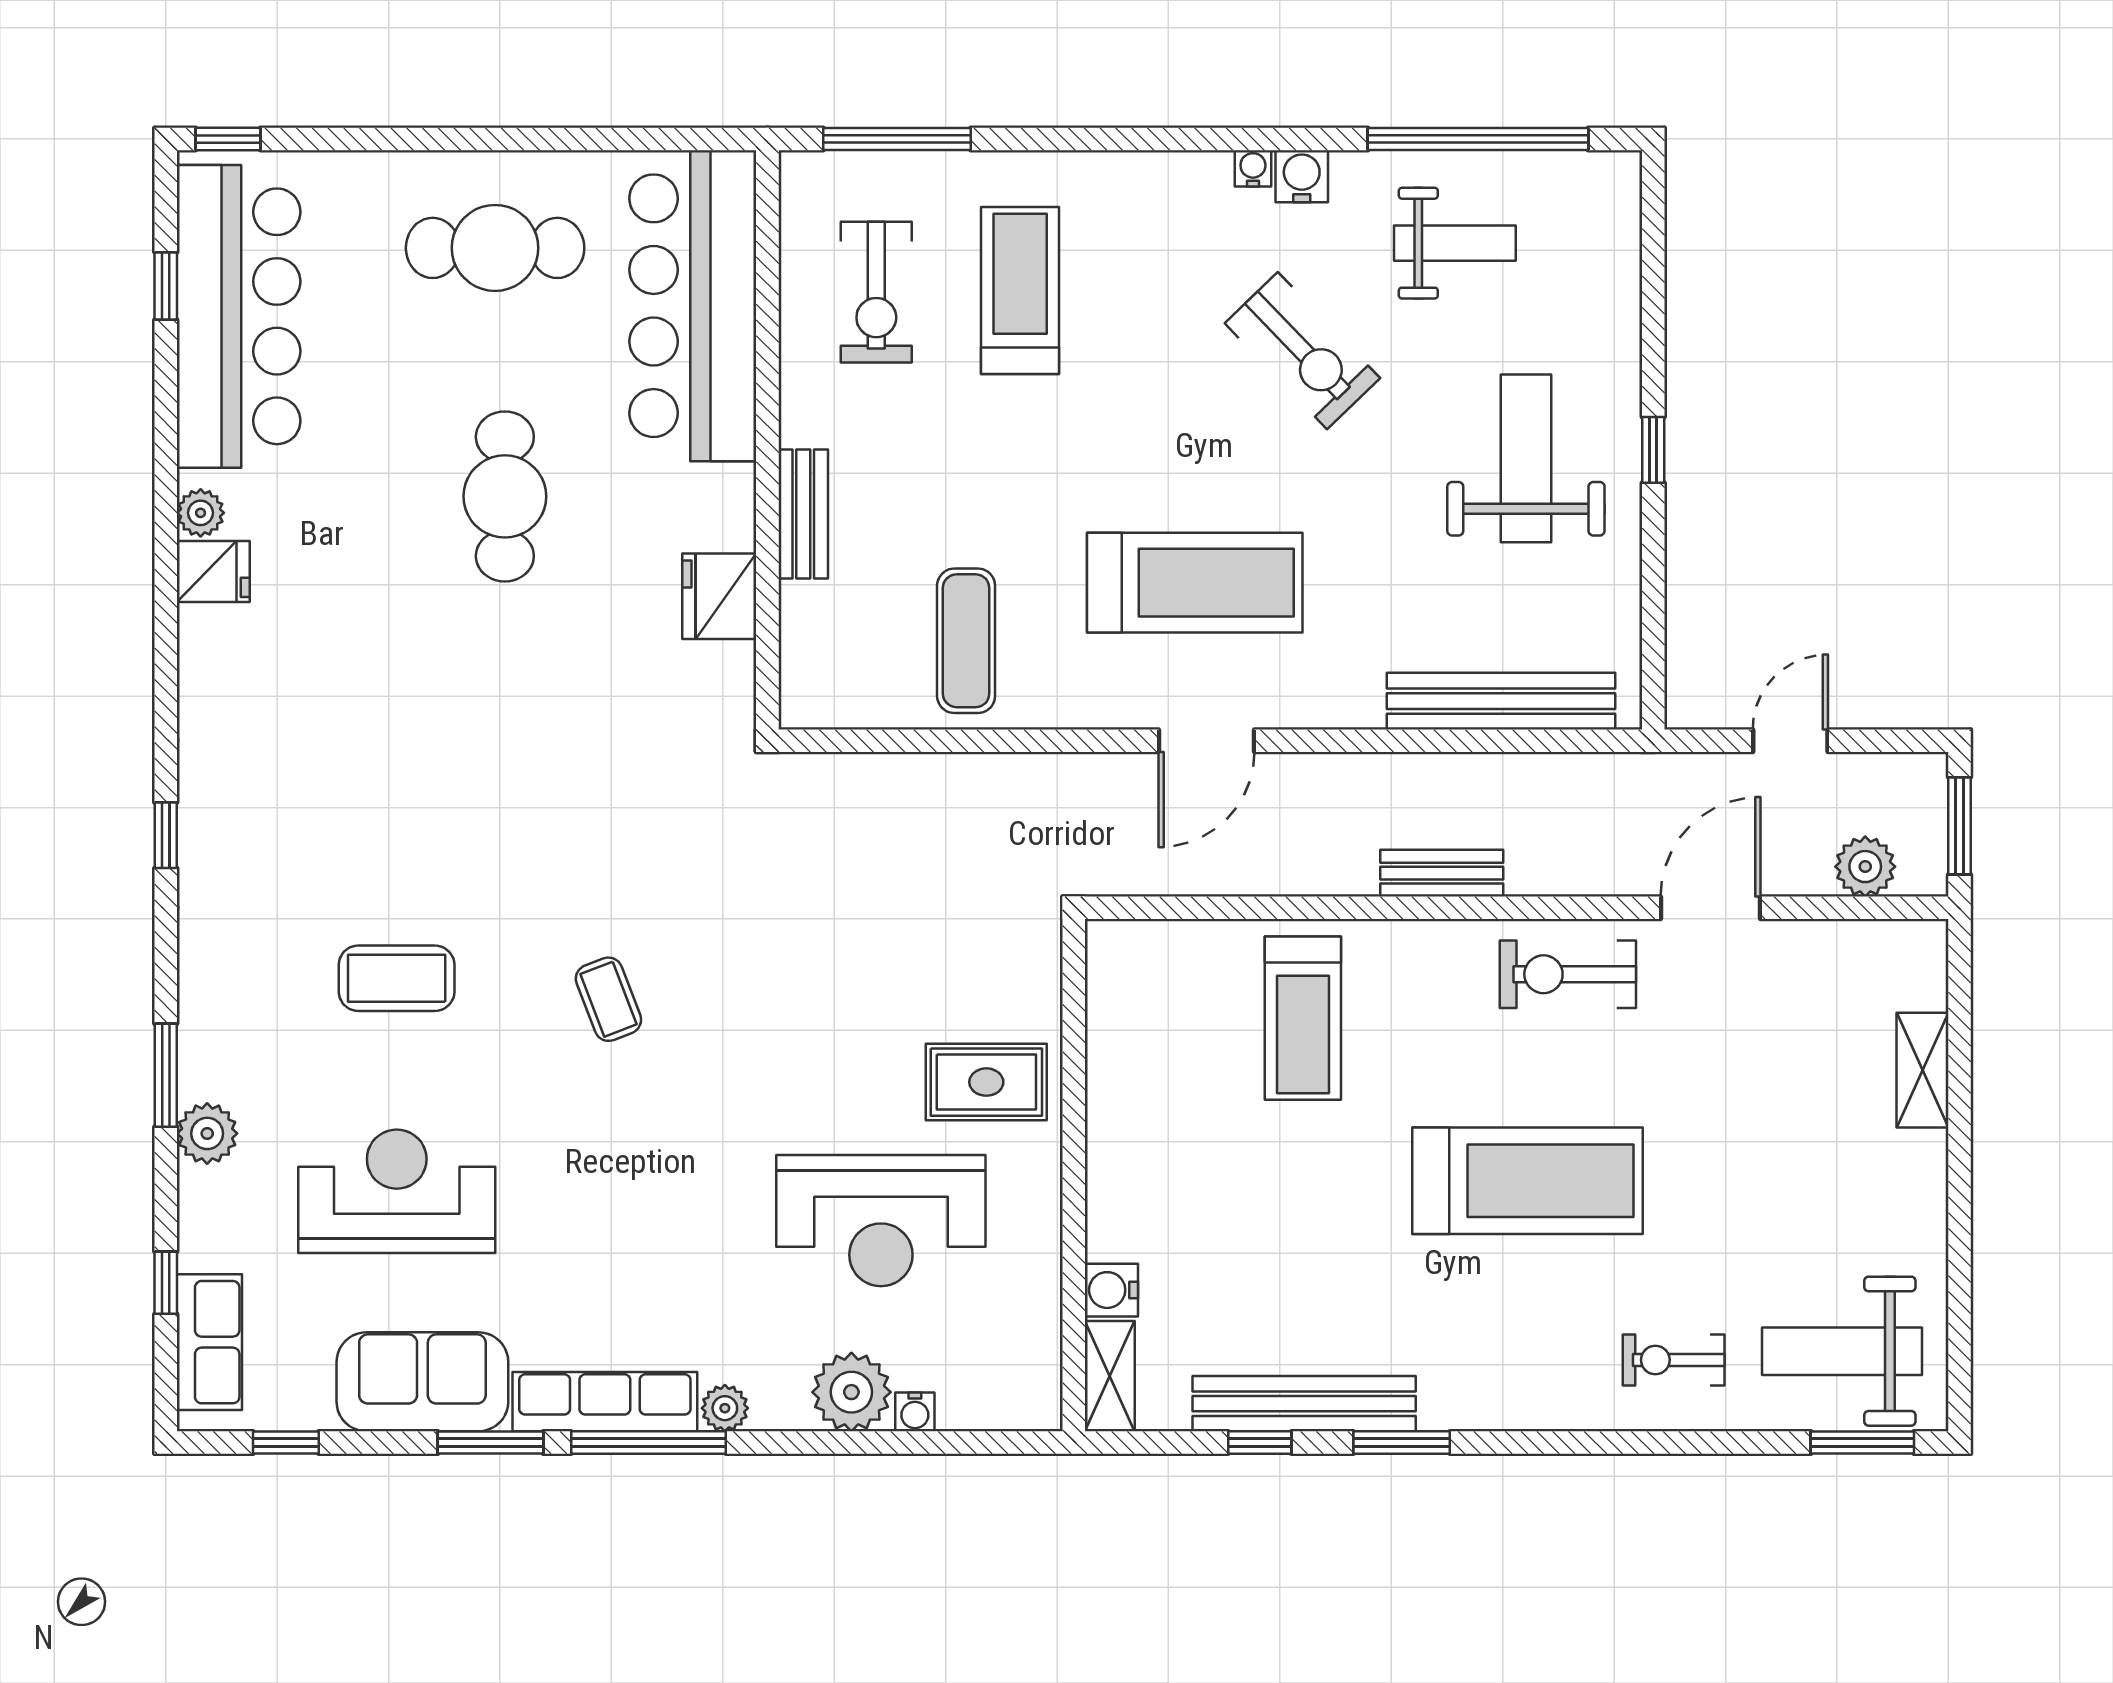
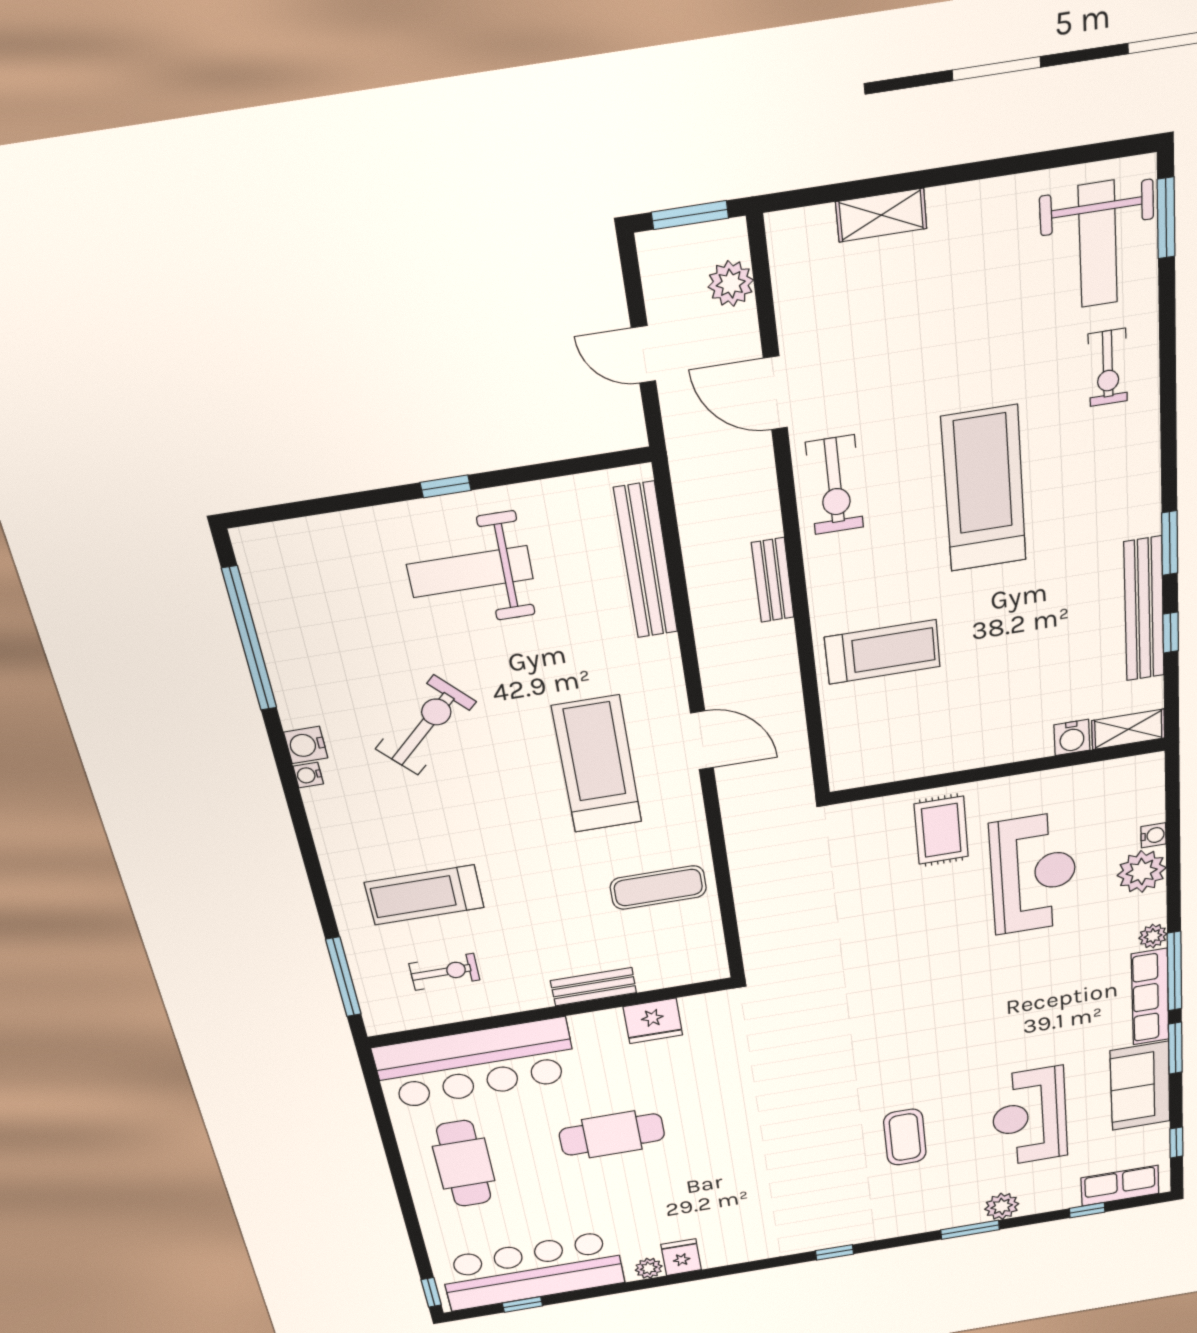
weight bench: (1455, 243) -> (327, 642), removed
exercise bike: (876, 292) -> (444, 972), width x0.73, depth x0.72
coffee table: (608, 999) -> (907, 1035), removed

